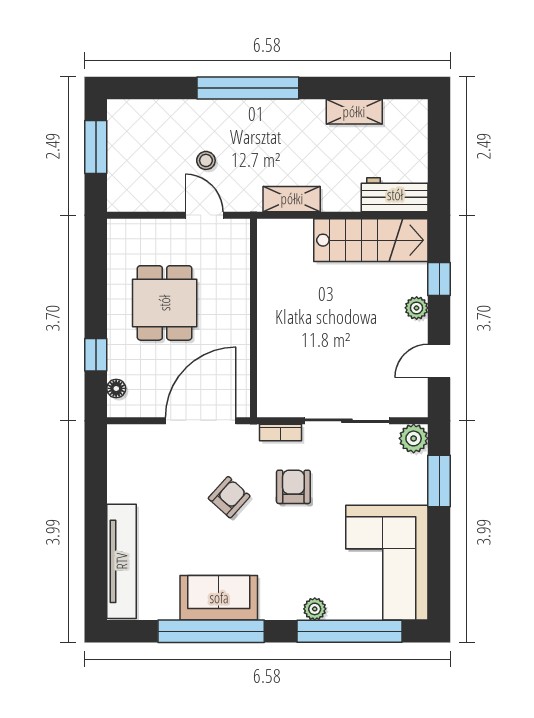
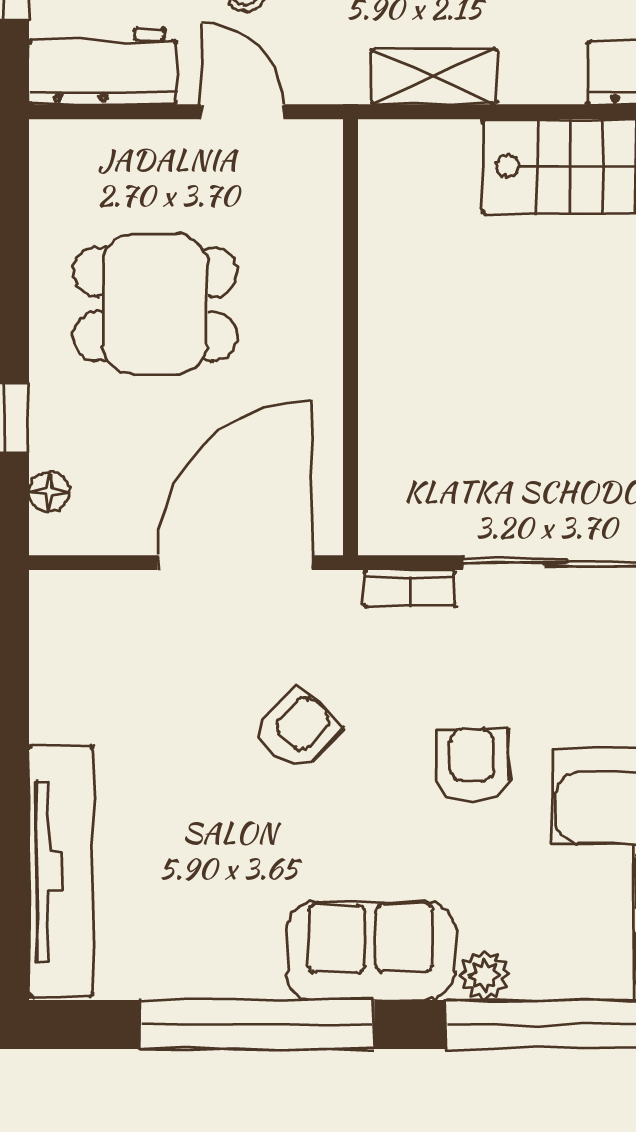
workbench: (141, 195) -> (103, 66), added
dining table: (165, 303) -> (155, 304), turned 90
armchair: (293, 487) -> (472, 765), moved
sofa: (219, 598) -> (370, 951), moved

